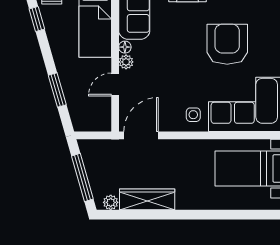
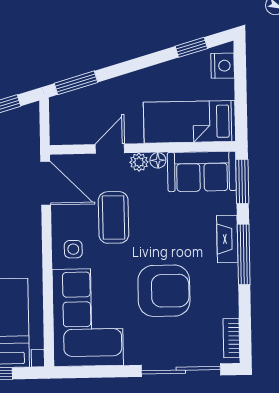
coffee table: (169, 83) -> (113, 217), added
door: (115, 84) -> (110, 149), hinge flipped
window: (57, 90) -> (76, 83), moved

